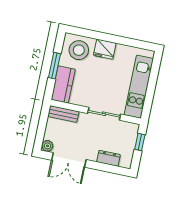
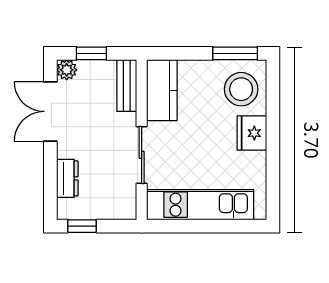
window: (55, 66) -> (235, 53), moved
kitchen counter: (63, 84) -> (162, 90), moved, turned -90
window: (41, 130) -> (91, 53), added
window: (140, 142) -> (82, 226), moved

